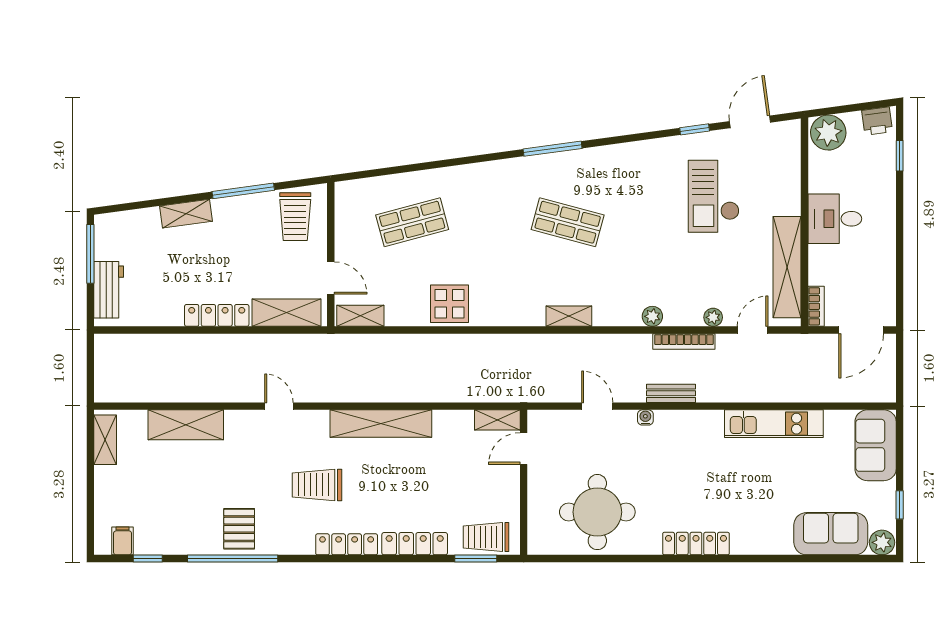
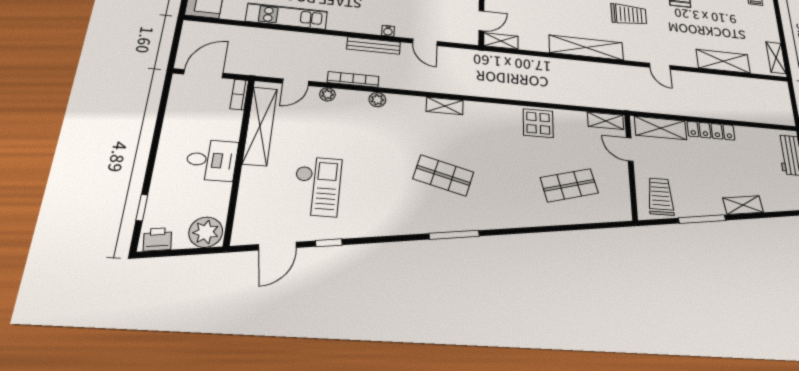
bench: (671, 393) -> (374, 46), width x1.36

